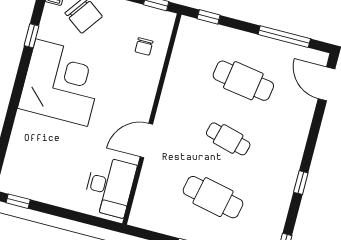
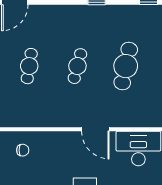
cafe table: (243, 81) -> (29, 66), width x0.73, depth x0.74

